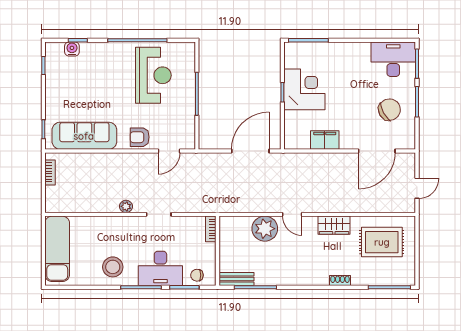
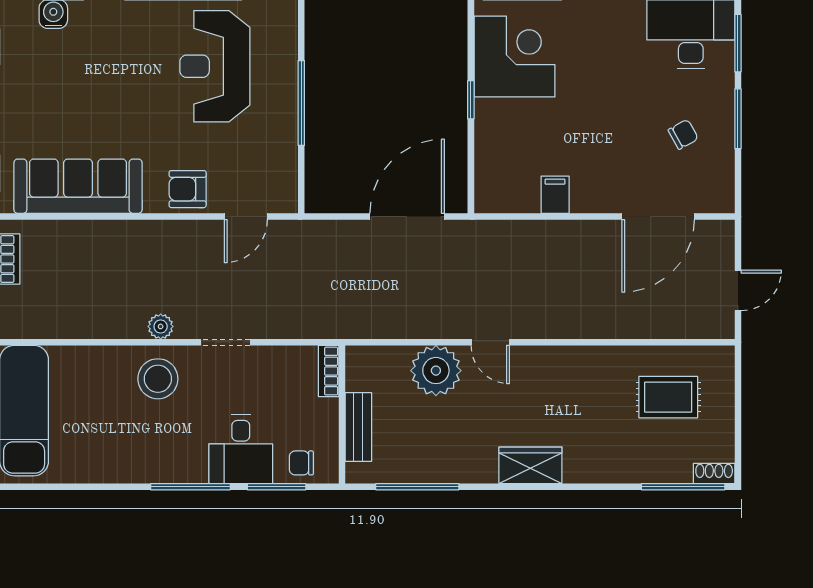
reception desk: (153, 75) -> (215, 66), turned 180
corner desk: (304, 89) -> (514, 57), moved
chair: (389, 110) -> (683, 134), width x0.54, depth x0.54
filing cabinet: (325, 140) -> (555, 195), width x0.50
wardrobe: (334, 225) -> (530, 465), moved, turned 180
rug: (382, 242) -> (668, 397), width x0.73, depth x0.70
stool: (113, 267) -> (158, 379), moved
desk: (160, 268) -> (241, 449), width x0.73
bench: (236, 279) -> (358, 427), moved, turned 90
shoe rack: (340, 281) -> (714, 474), moved

